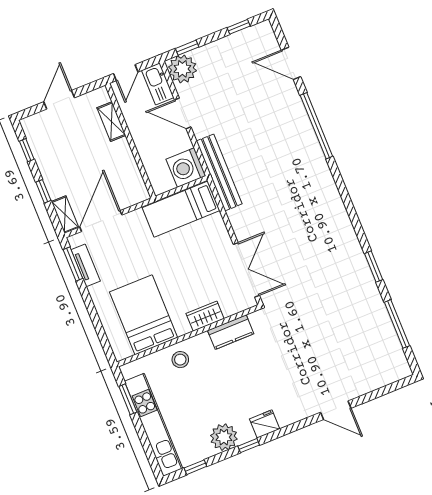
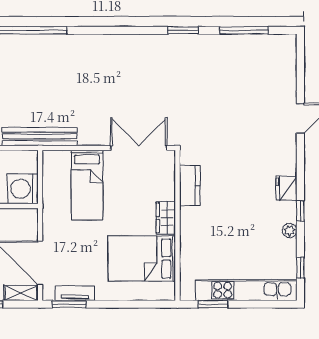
washing machine: (186, 168) -> (23, 189), moved, turned 90
bed: (181, 209) -> (87, 185), moved
wardrobe: (205, 316) -> (166, 218), moved
stool: (180, 360) -> (196, 242), removed
plant: (224, 437) -> (290, 231), width x0.53, depth x0.53

